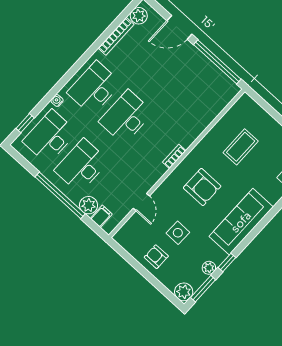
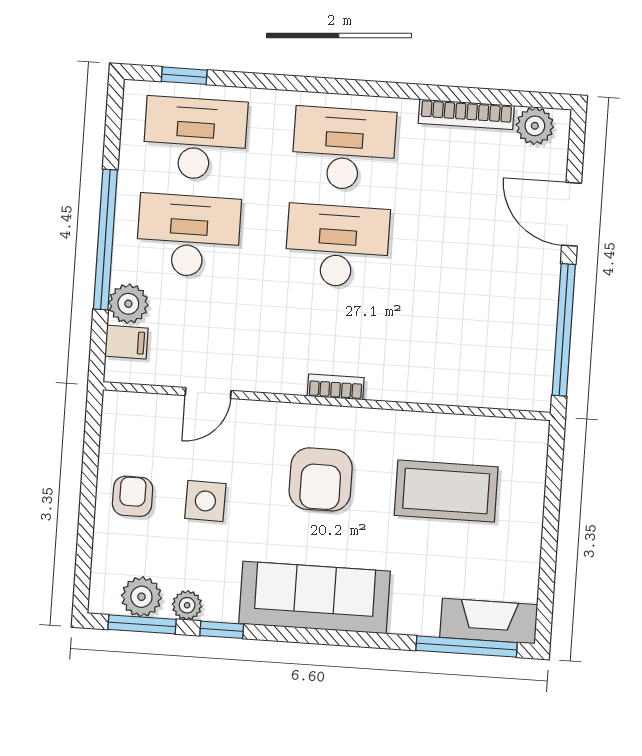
water cooler: (57, 100) -> (270, 100), removed
coffee table: (241, 147) -> (446, 491), width x1.36, depth x1.32
plant: (184, 292) -> (141, 597), moved

